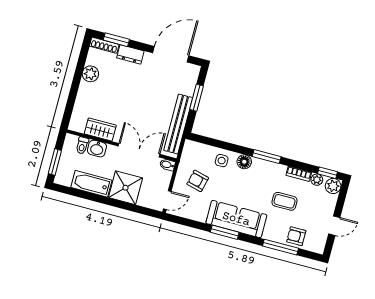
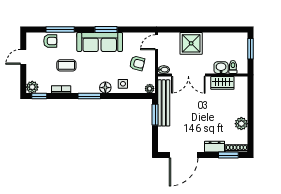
window: (196, 98) -> (155, 115), moved
plant: (317, 180) -> (150, 89), moved
bathtub: (91, 184) -> (218, 39), removed

